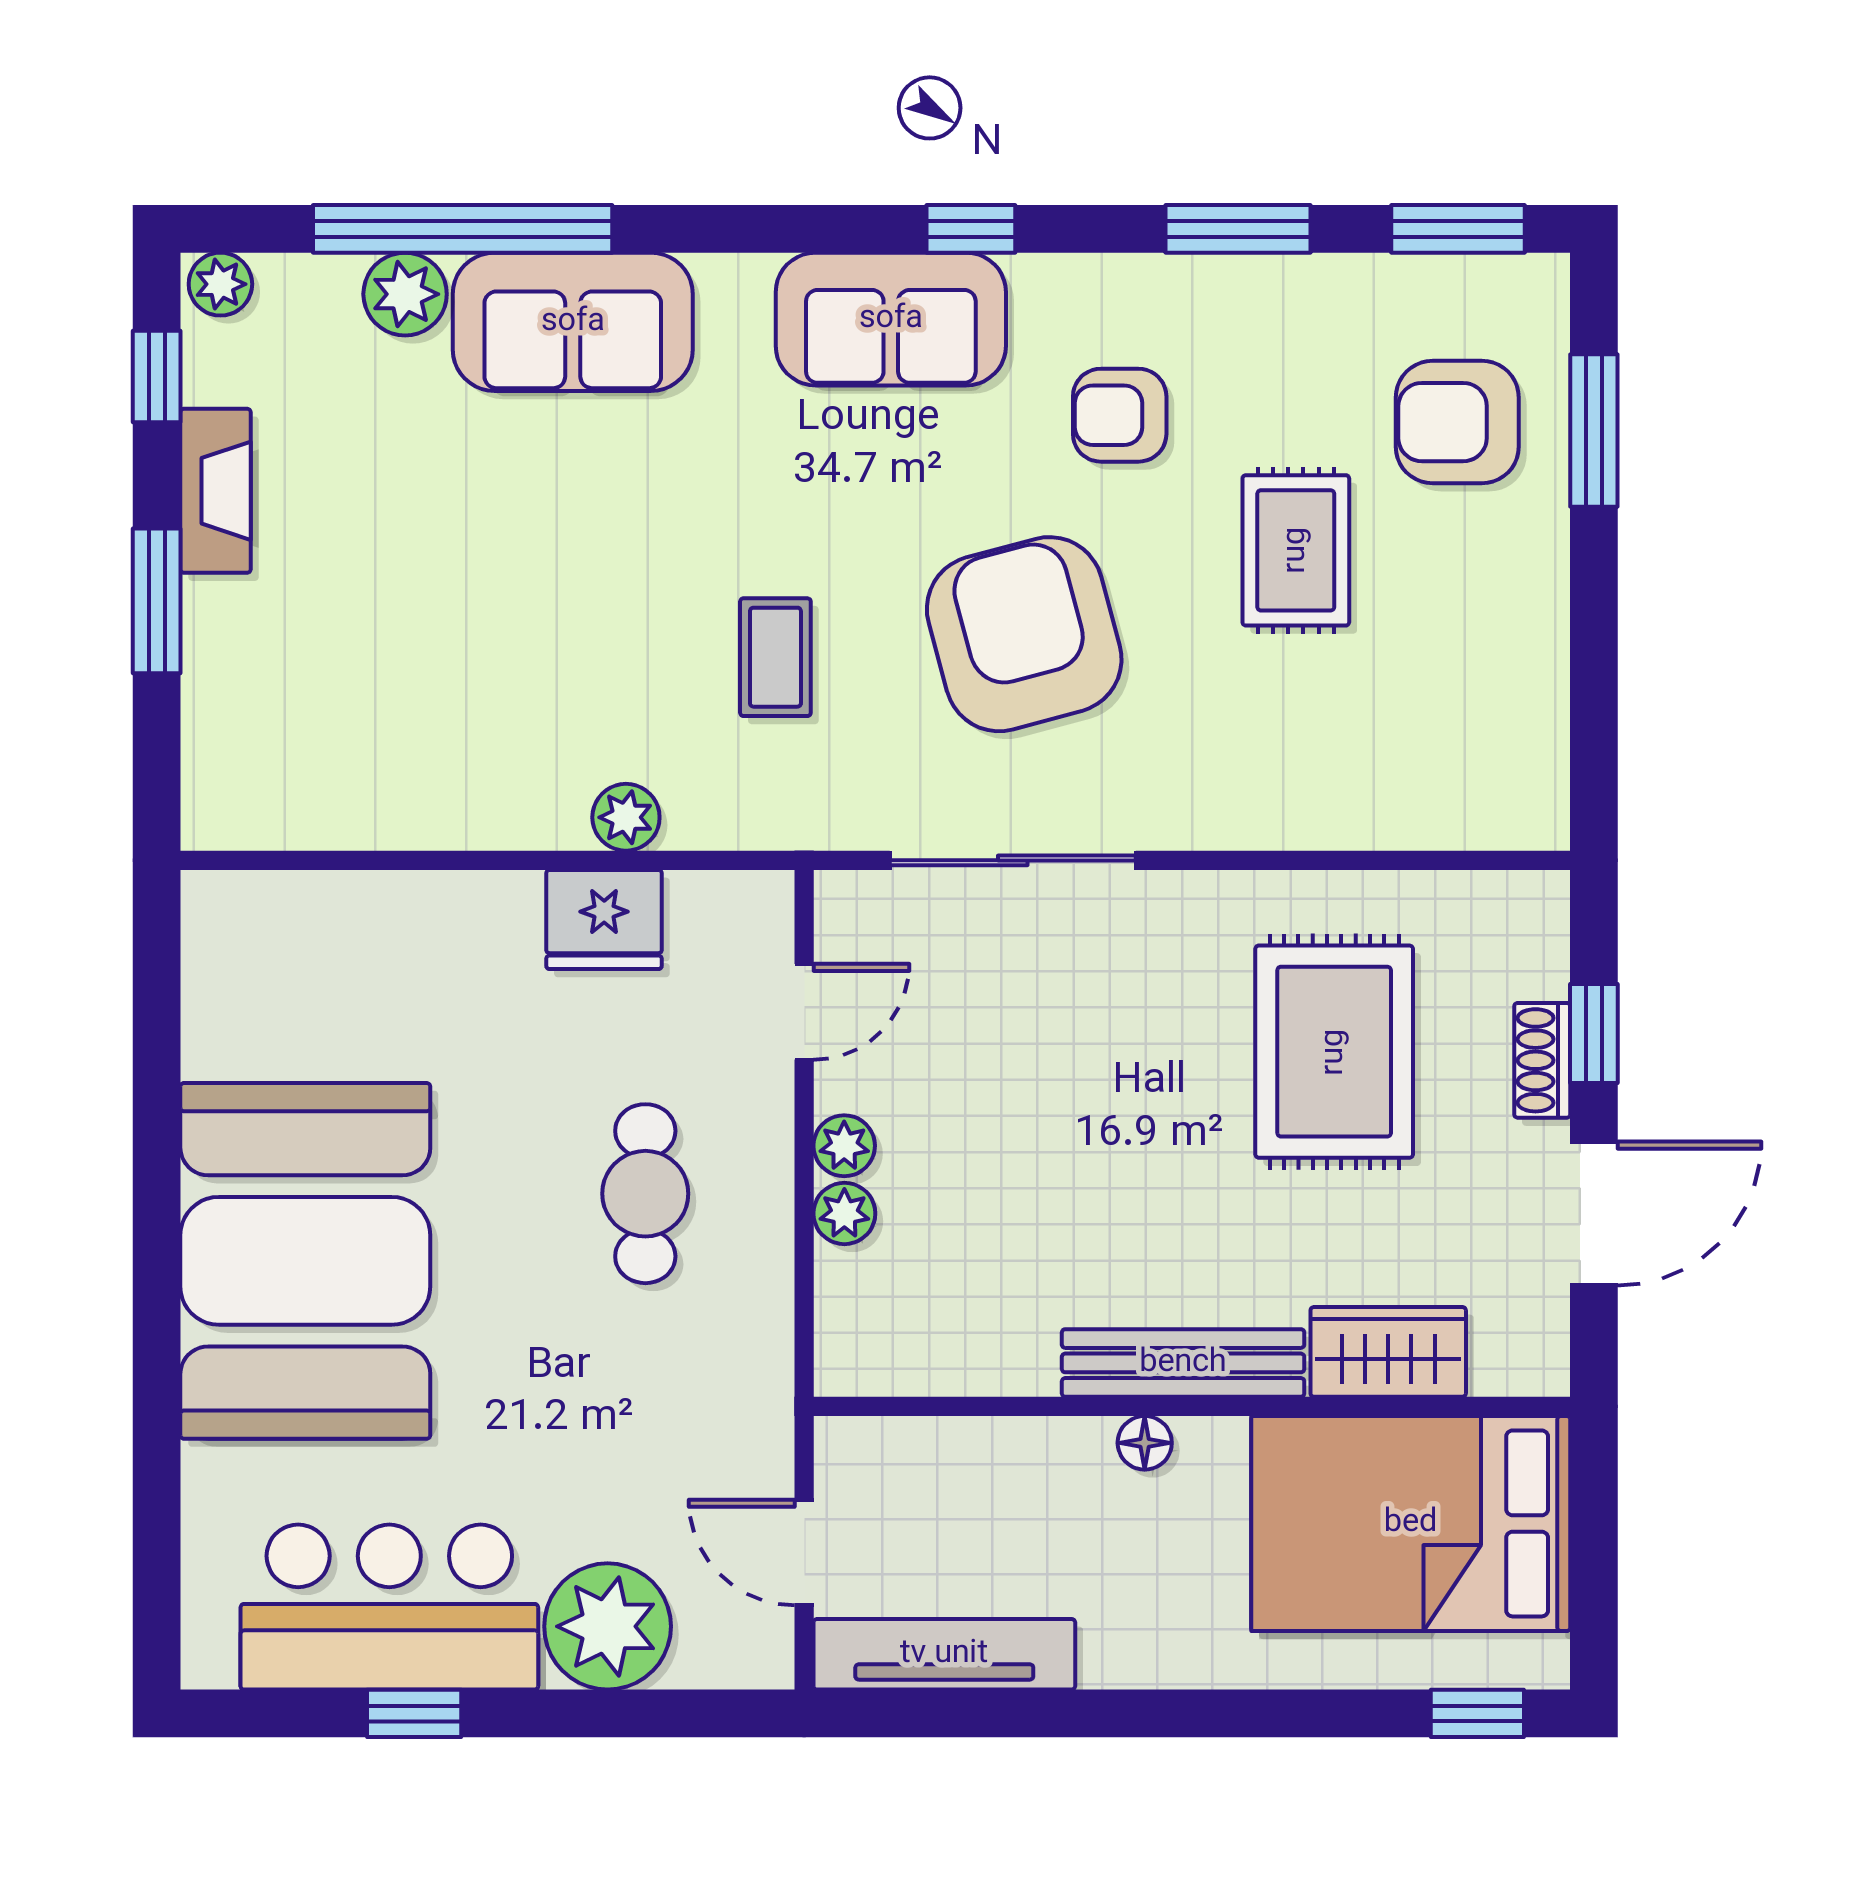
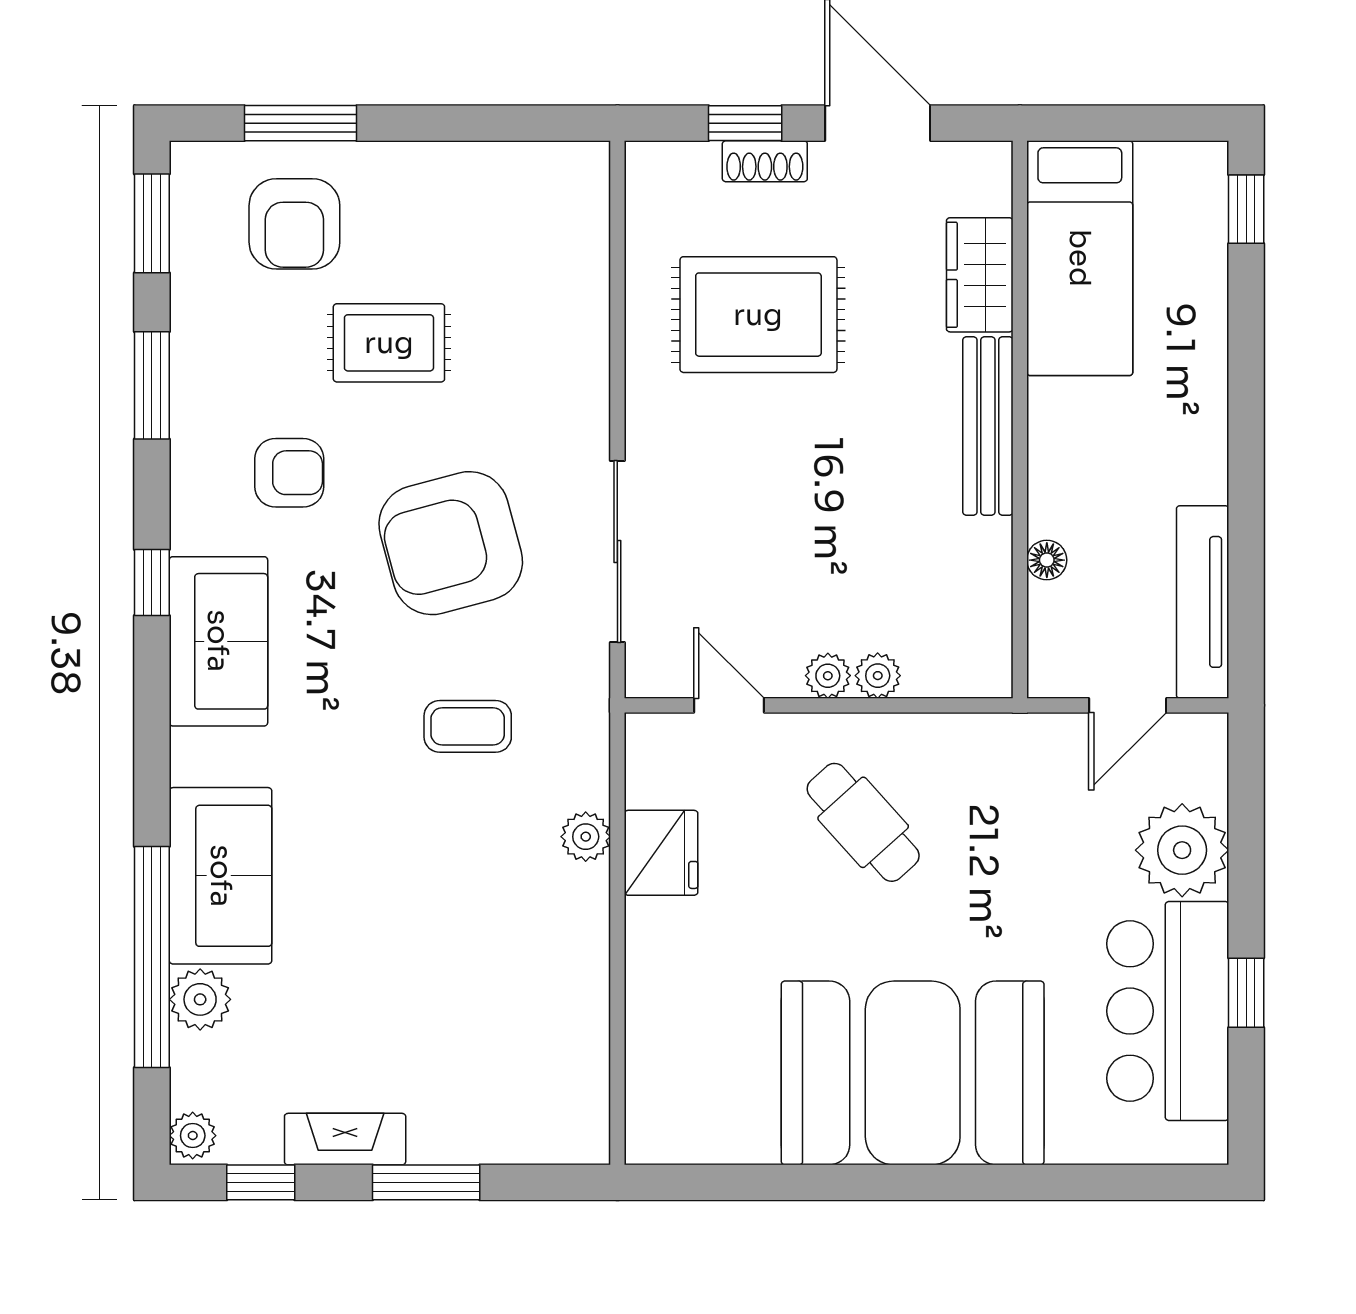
armchair: (1120, 415) -> (289, 473), turned -90
cafe table: (645, 1194) -> (863, 822), turned 48
floor lamp: (1145, 1443) -> (1047, 560), moved
bed: (1411, 1523) -> (1080, 258), width x0.67

